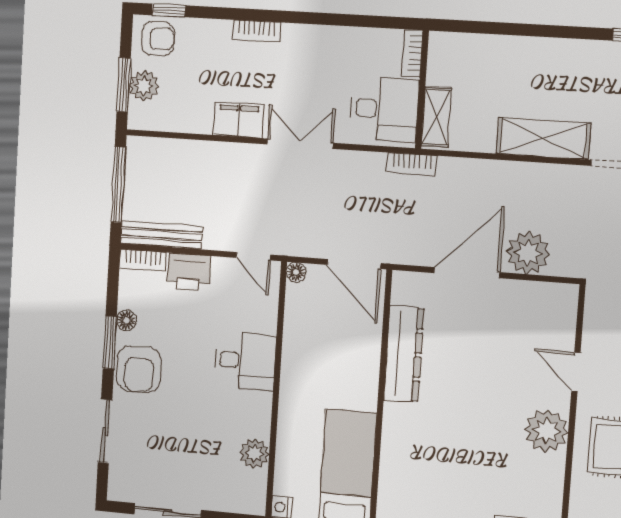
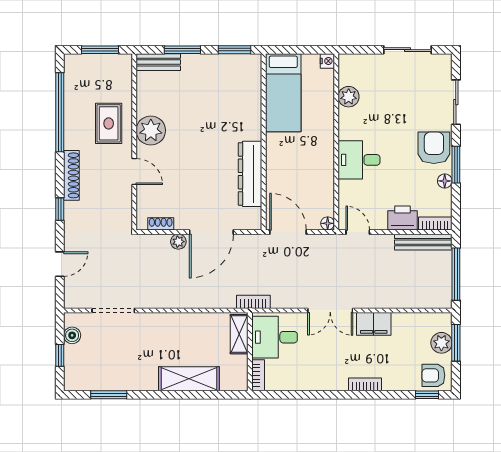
shelving: (543, 138) -> (189, 379), moved
plant: (528, 253) -> (178, 242), width x0.53, depth x0.53
shoe rack: (542, 291) -> (161, 224), added

